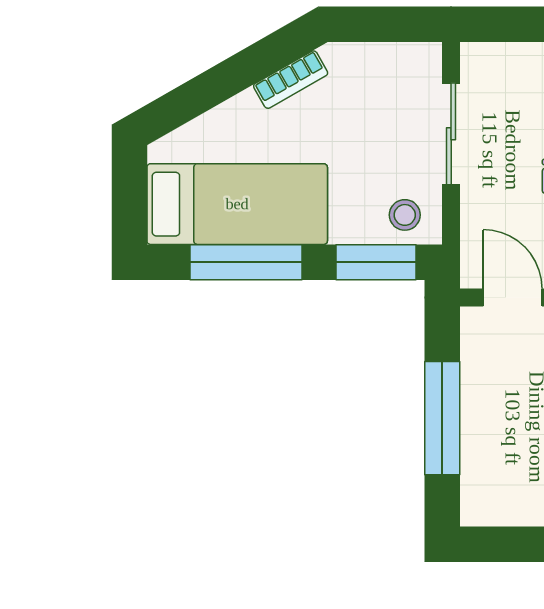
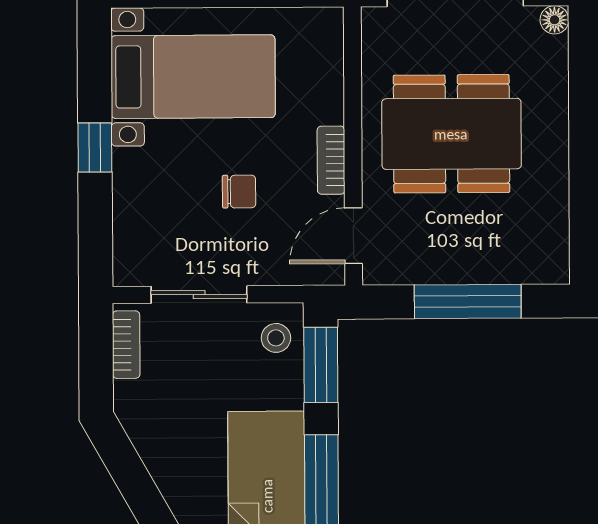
bookcase: (291, 80) -> (126, 345), moved, turned 30

